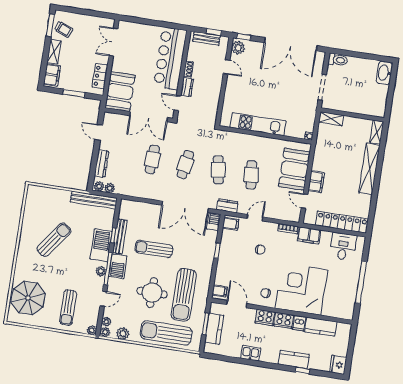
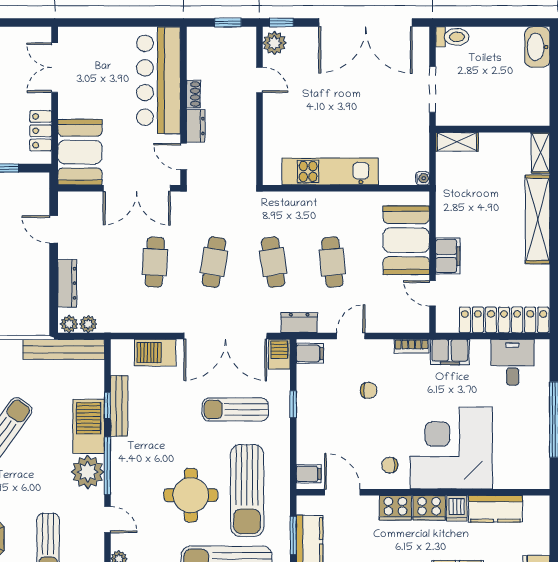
bench: (206, 39) -> (217, 36), removed
sun lounger: (154, 249) -> (235, 409), moved
barbecue: (118, 266) -> (155, 353), moved, turned 90
plant: (101, 271) -> (88, 472), width x1.88, depth x1.88
door: (103, 299) -> (107, 520), hinge flipped

